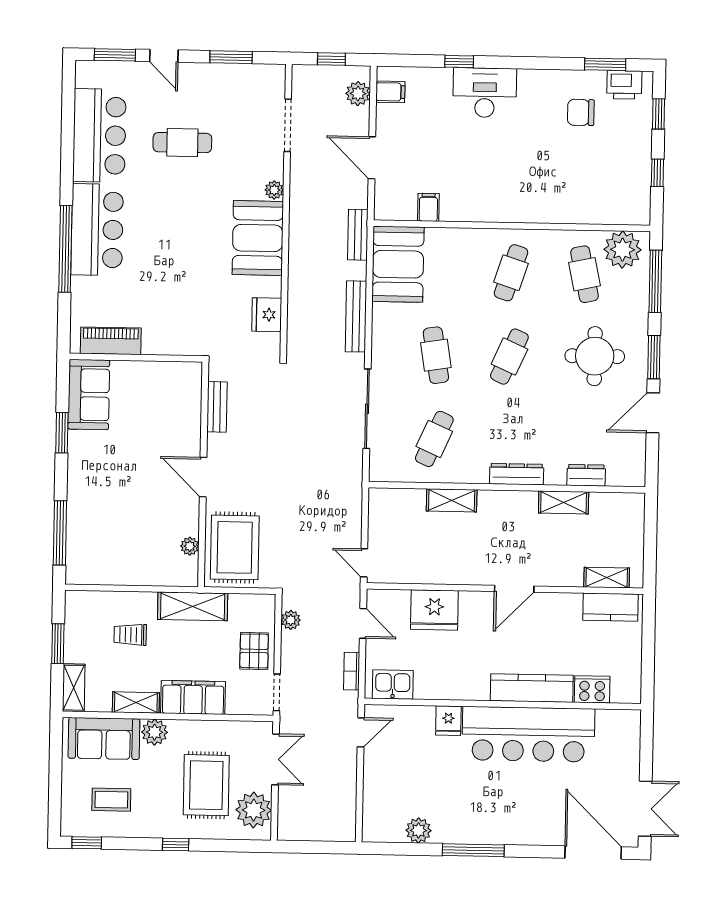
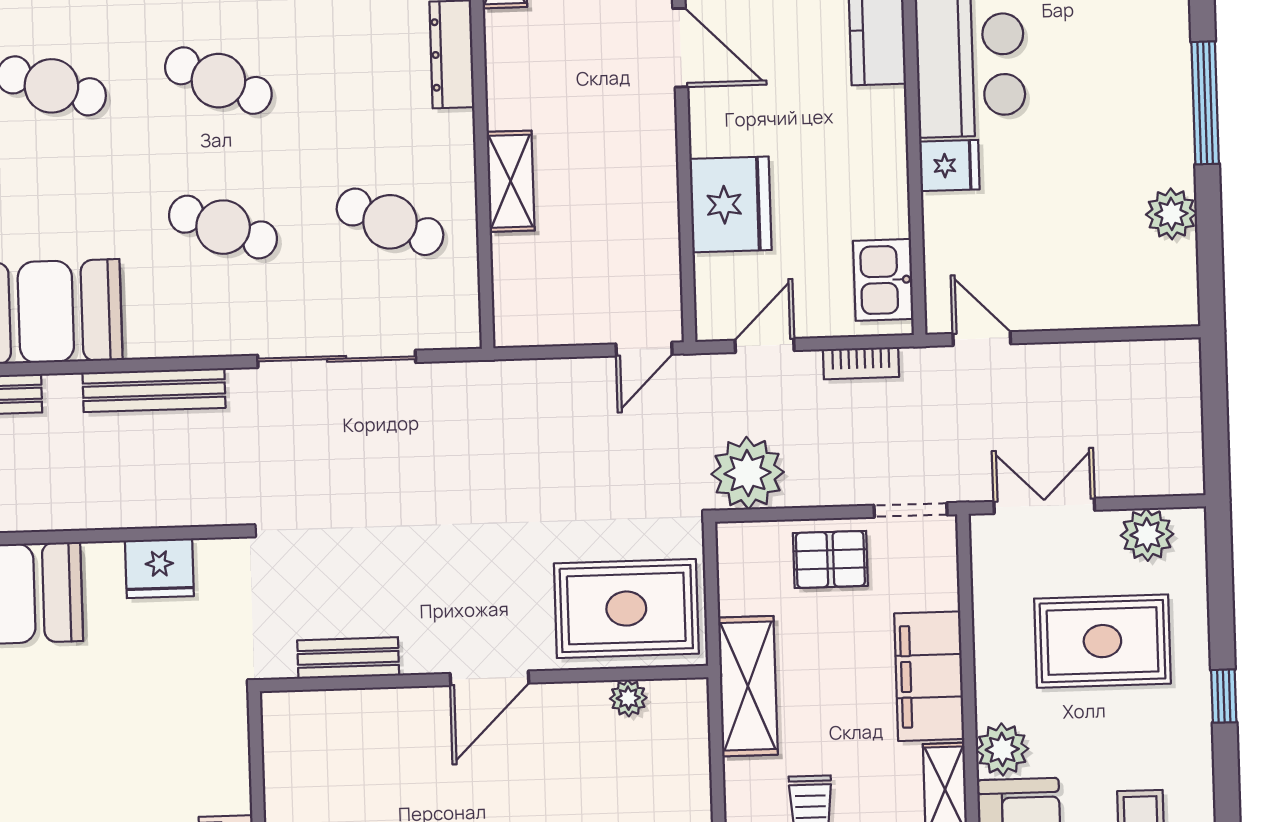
cafe table: (436, 355) -> (223, 227), turned 30
plant: (291, 620) -> (748, 473), width x1.87, depth x1.87
plant: (254, 810) -> (1147, 535), width x0.73, depth x0.73

